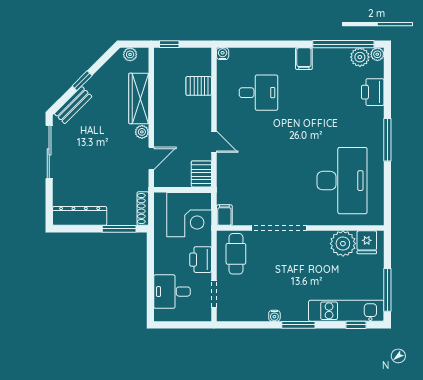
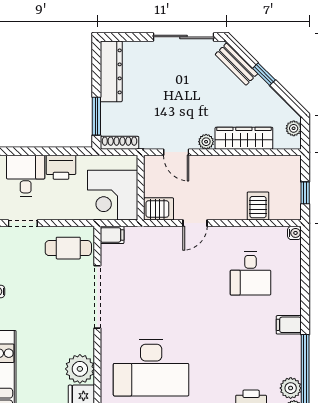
window: (169, 44) -> (305, 193), moved
printer: (201, 260) -> (61, 167), moved, turned 180

